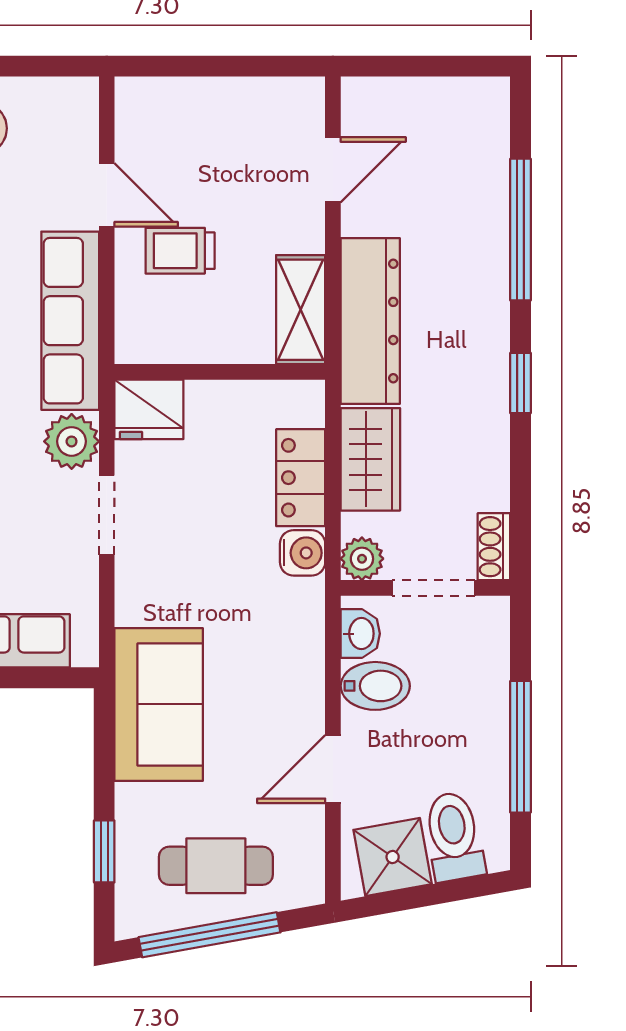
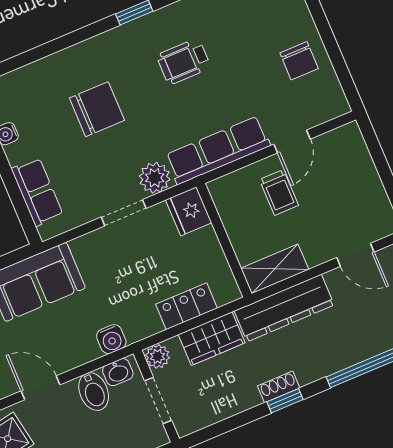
trolley: (180, 251) -> (279, 192), turned 180
shoe rack: (494, 547) -> (279, 387), moved
water cooler: (303, 553) -> (111, 339), moved

